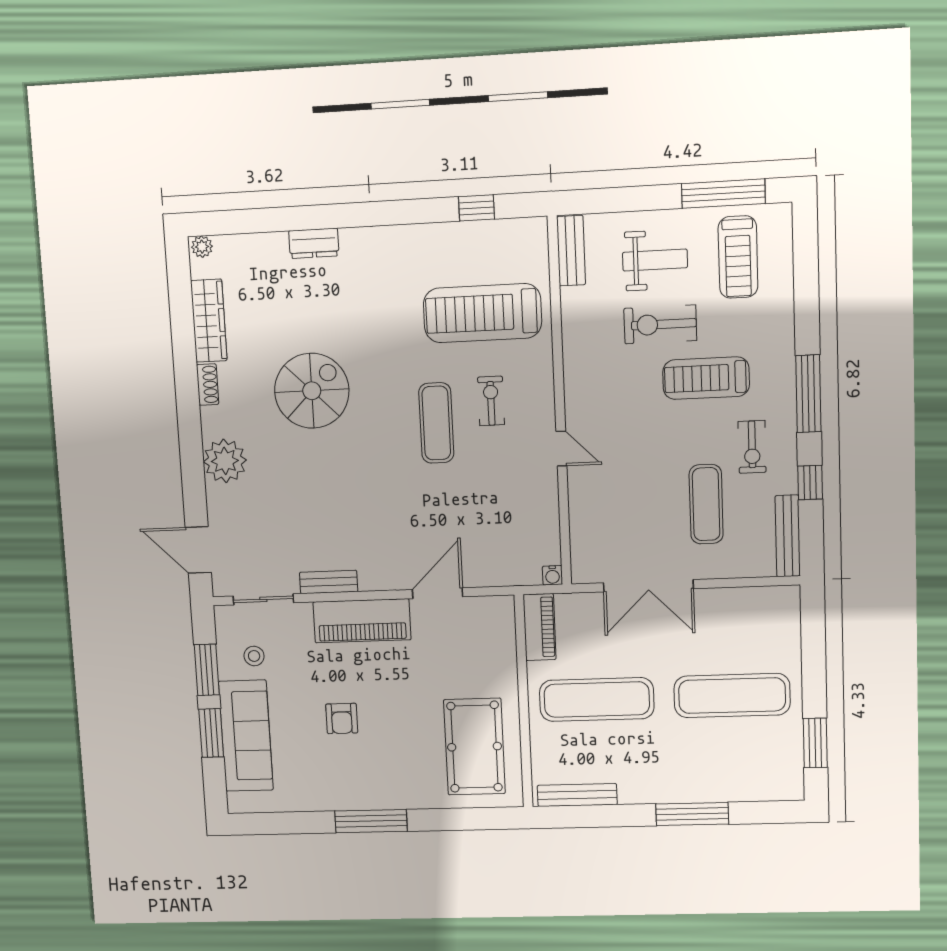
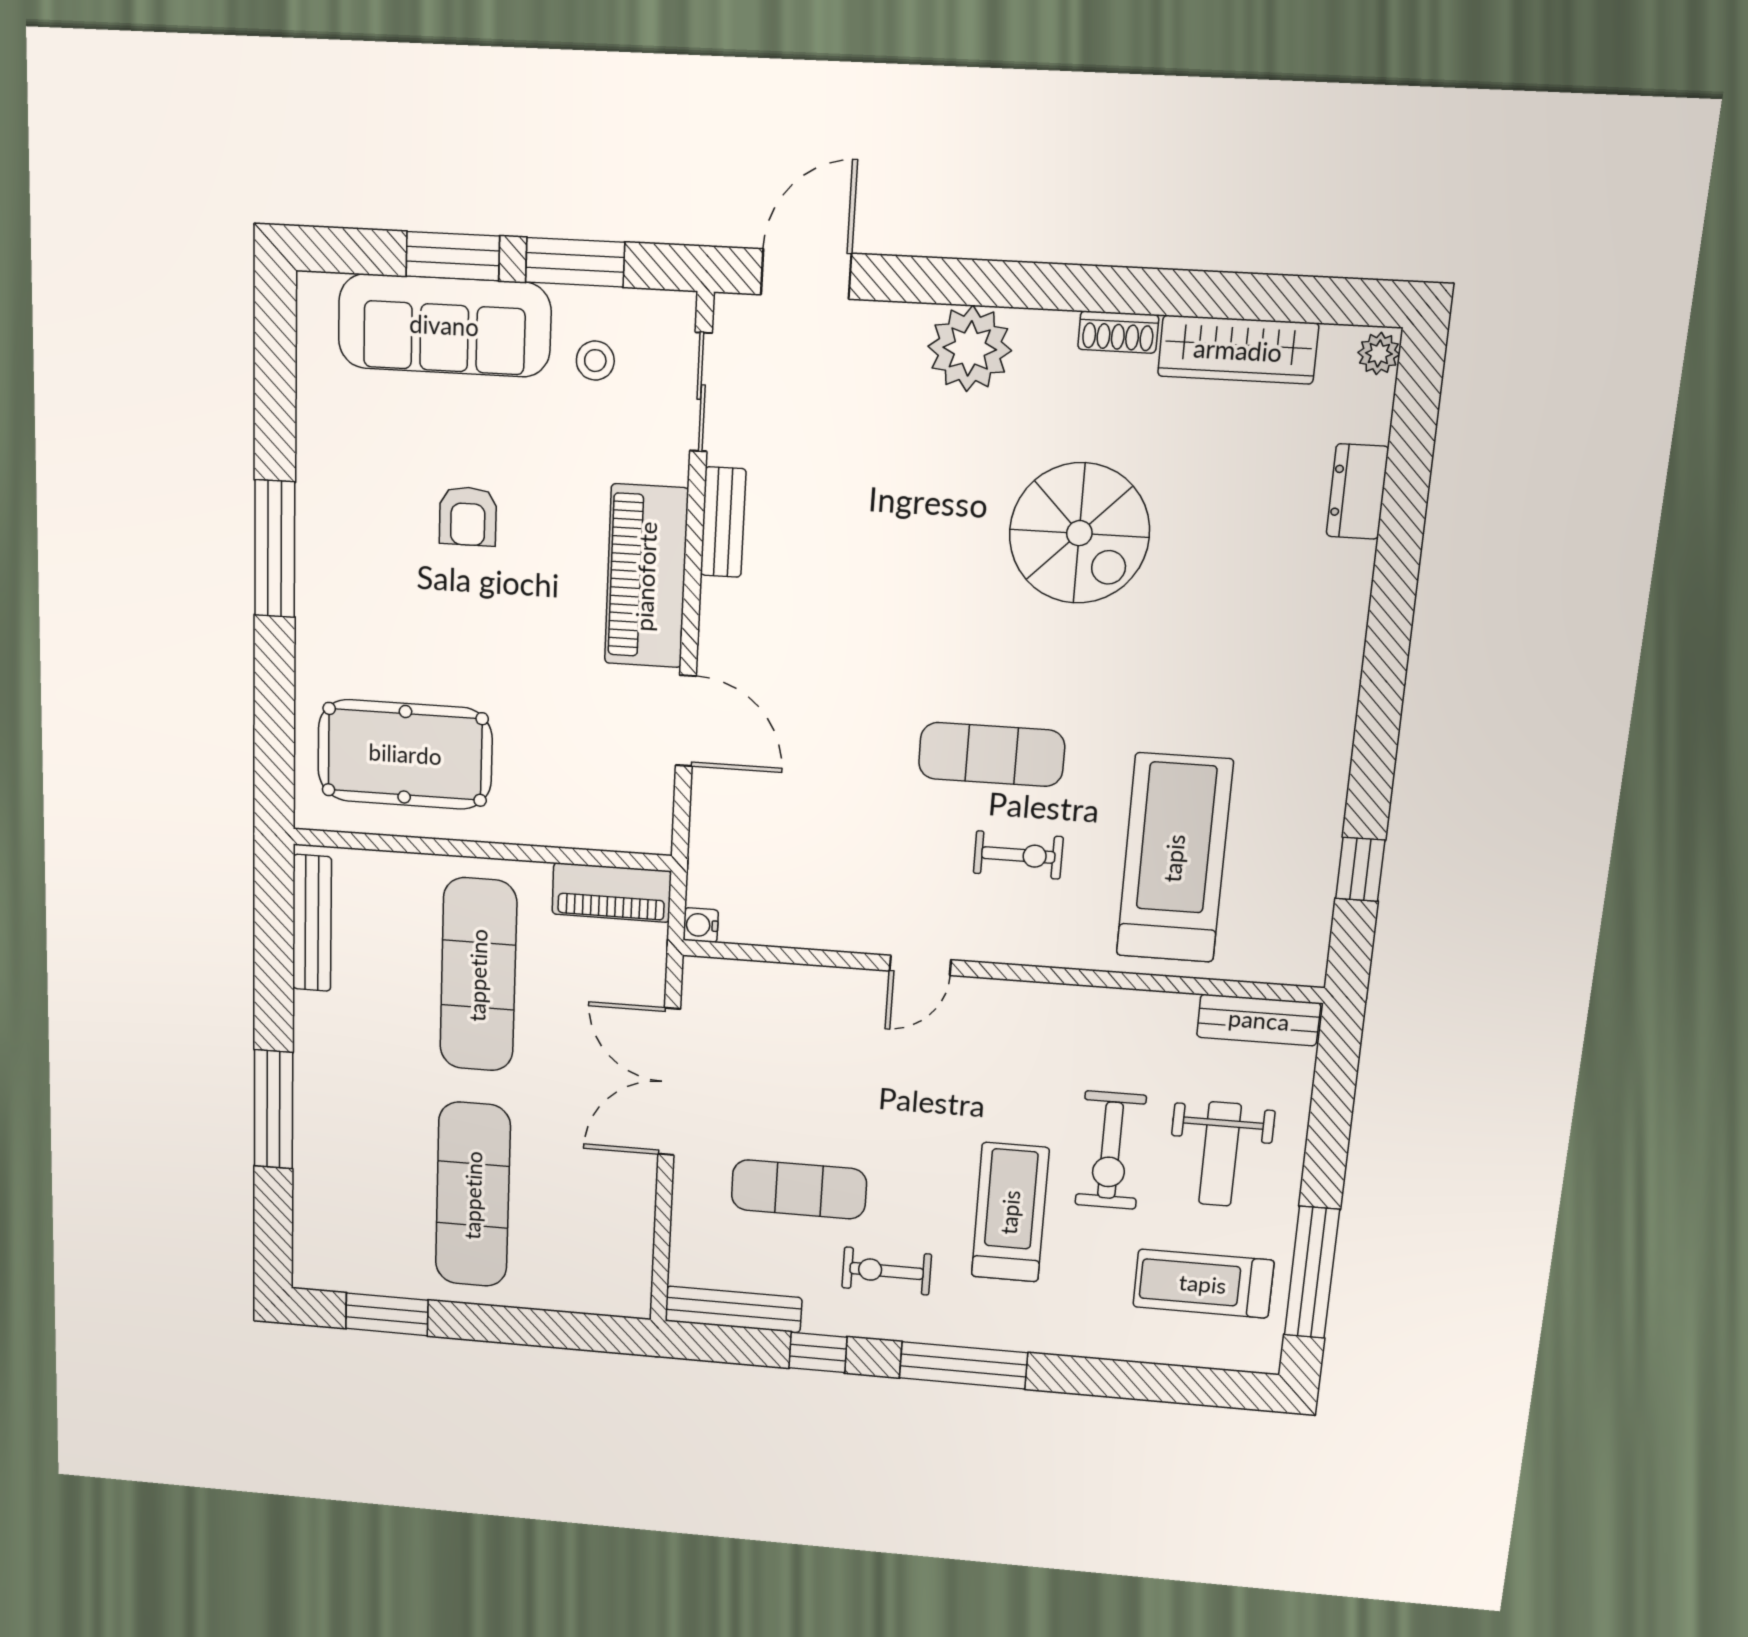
dresser: (314, 243) -> (1357, 491), moved
exercise bike: (660, 324) -> (1111, 1150), turned 180
armchair: (342, 718) -> (468, 516), turned -90

